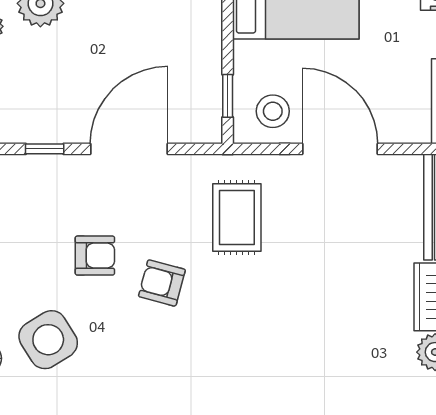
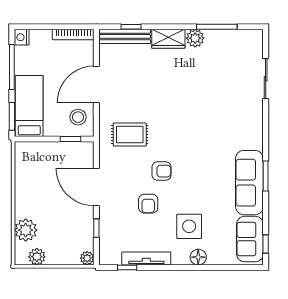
armchair: (95, 256) -> (148, 204), turned 180
armchair: (162, 283) -> (162, 171), turned -105
side table: (48, 340) -> (189, 226), turned 32

